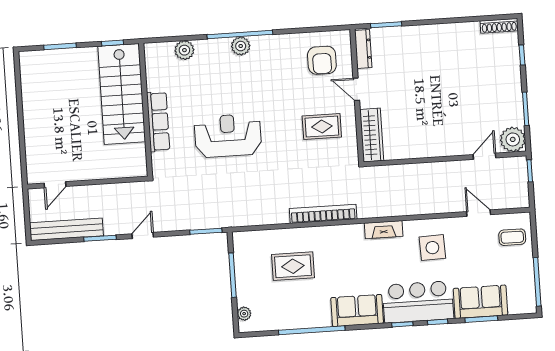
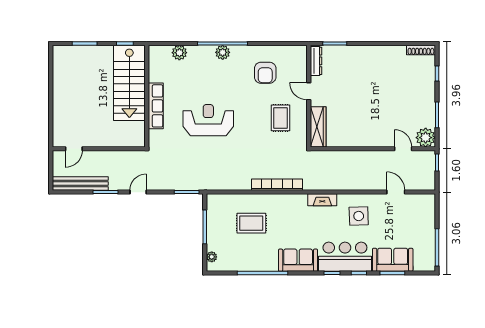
armchair: (322, 60) -> (265, 73), moved
rug: (322, 127) -> (280, 118), turned 90
door: (484, 156) -> (403, 149), hinge flipped
coffee table: (512, 237) -> (420, 212), removed

